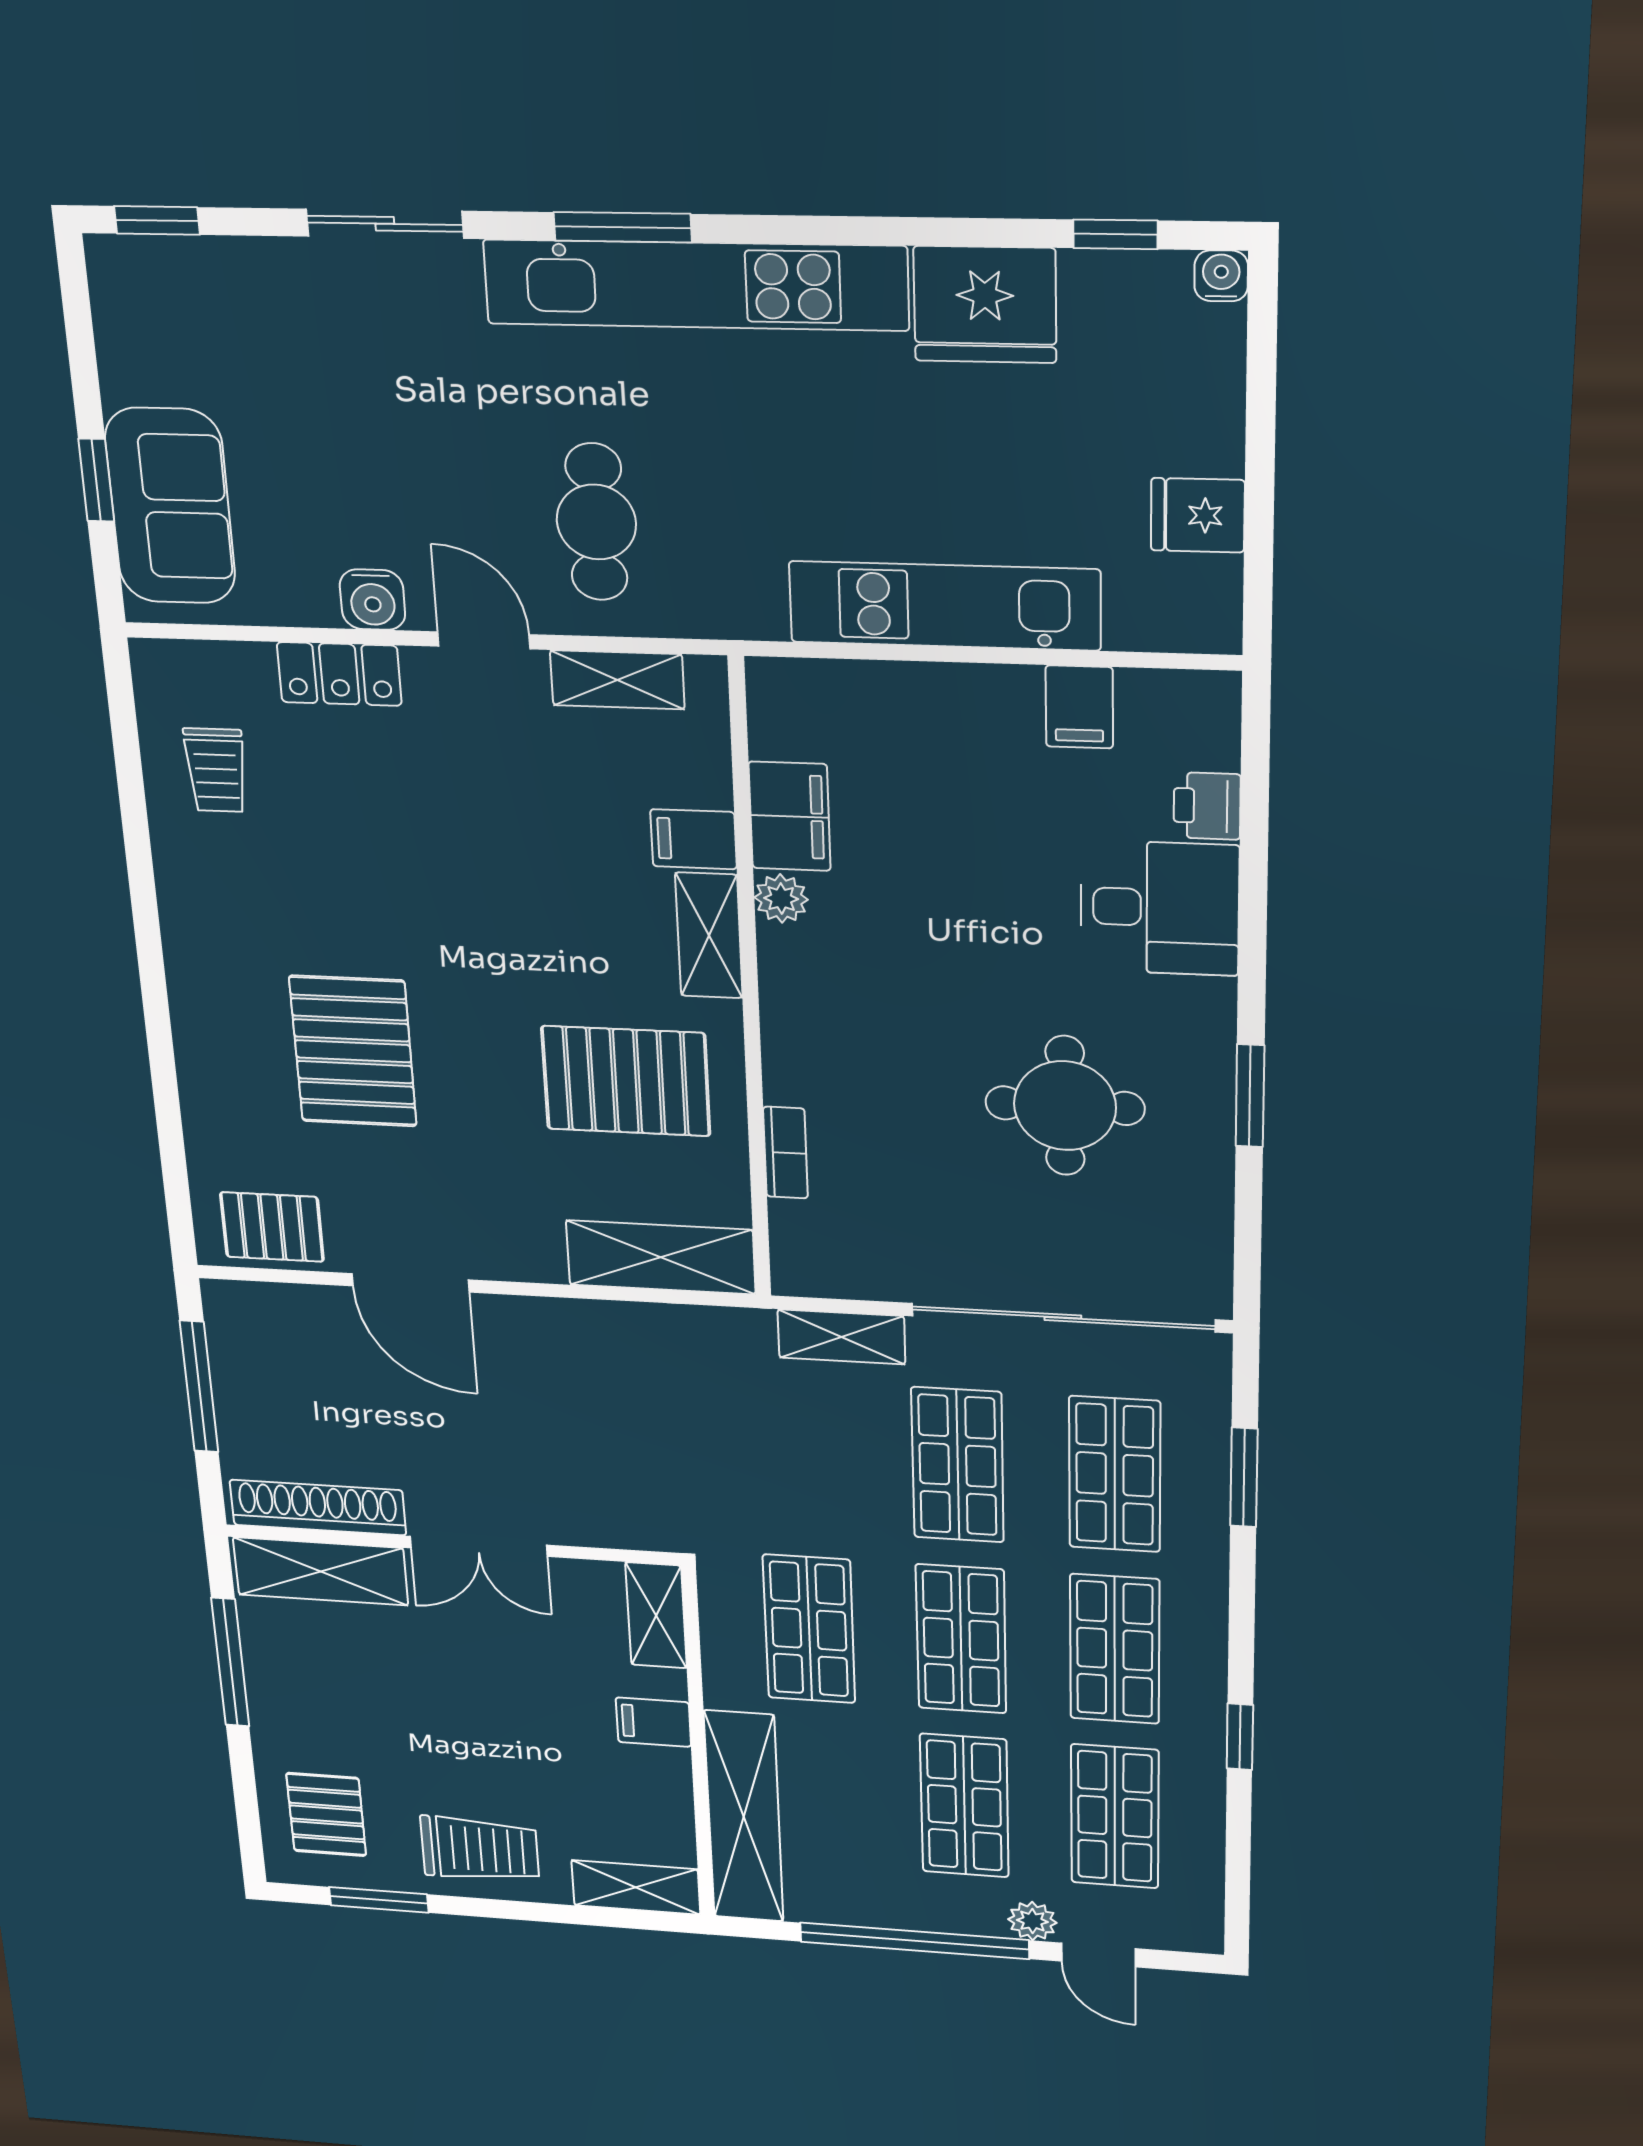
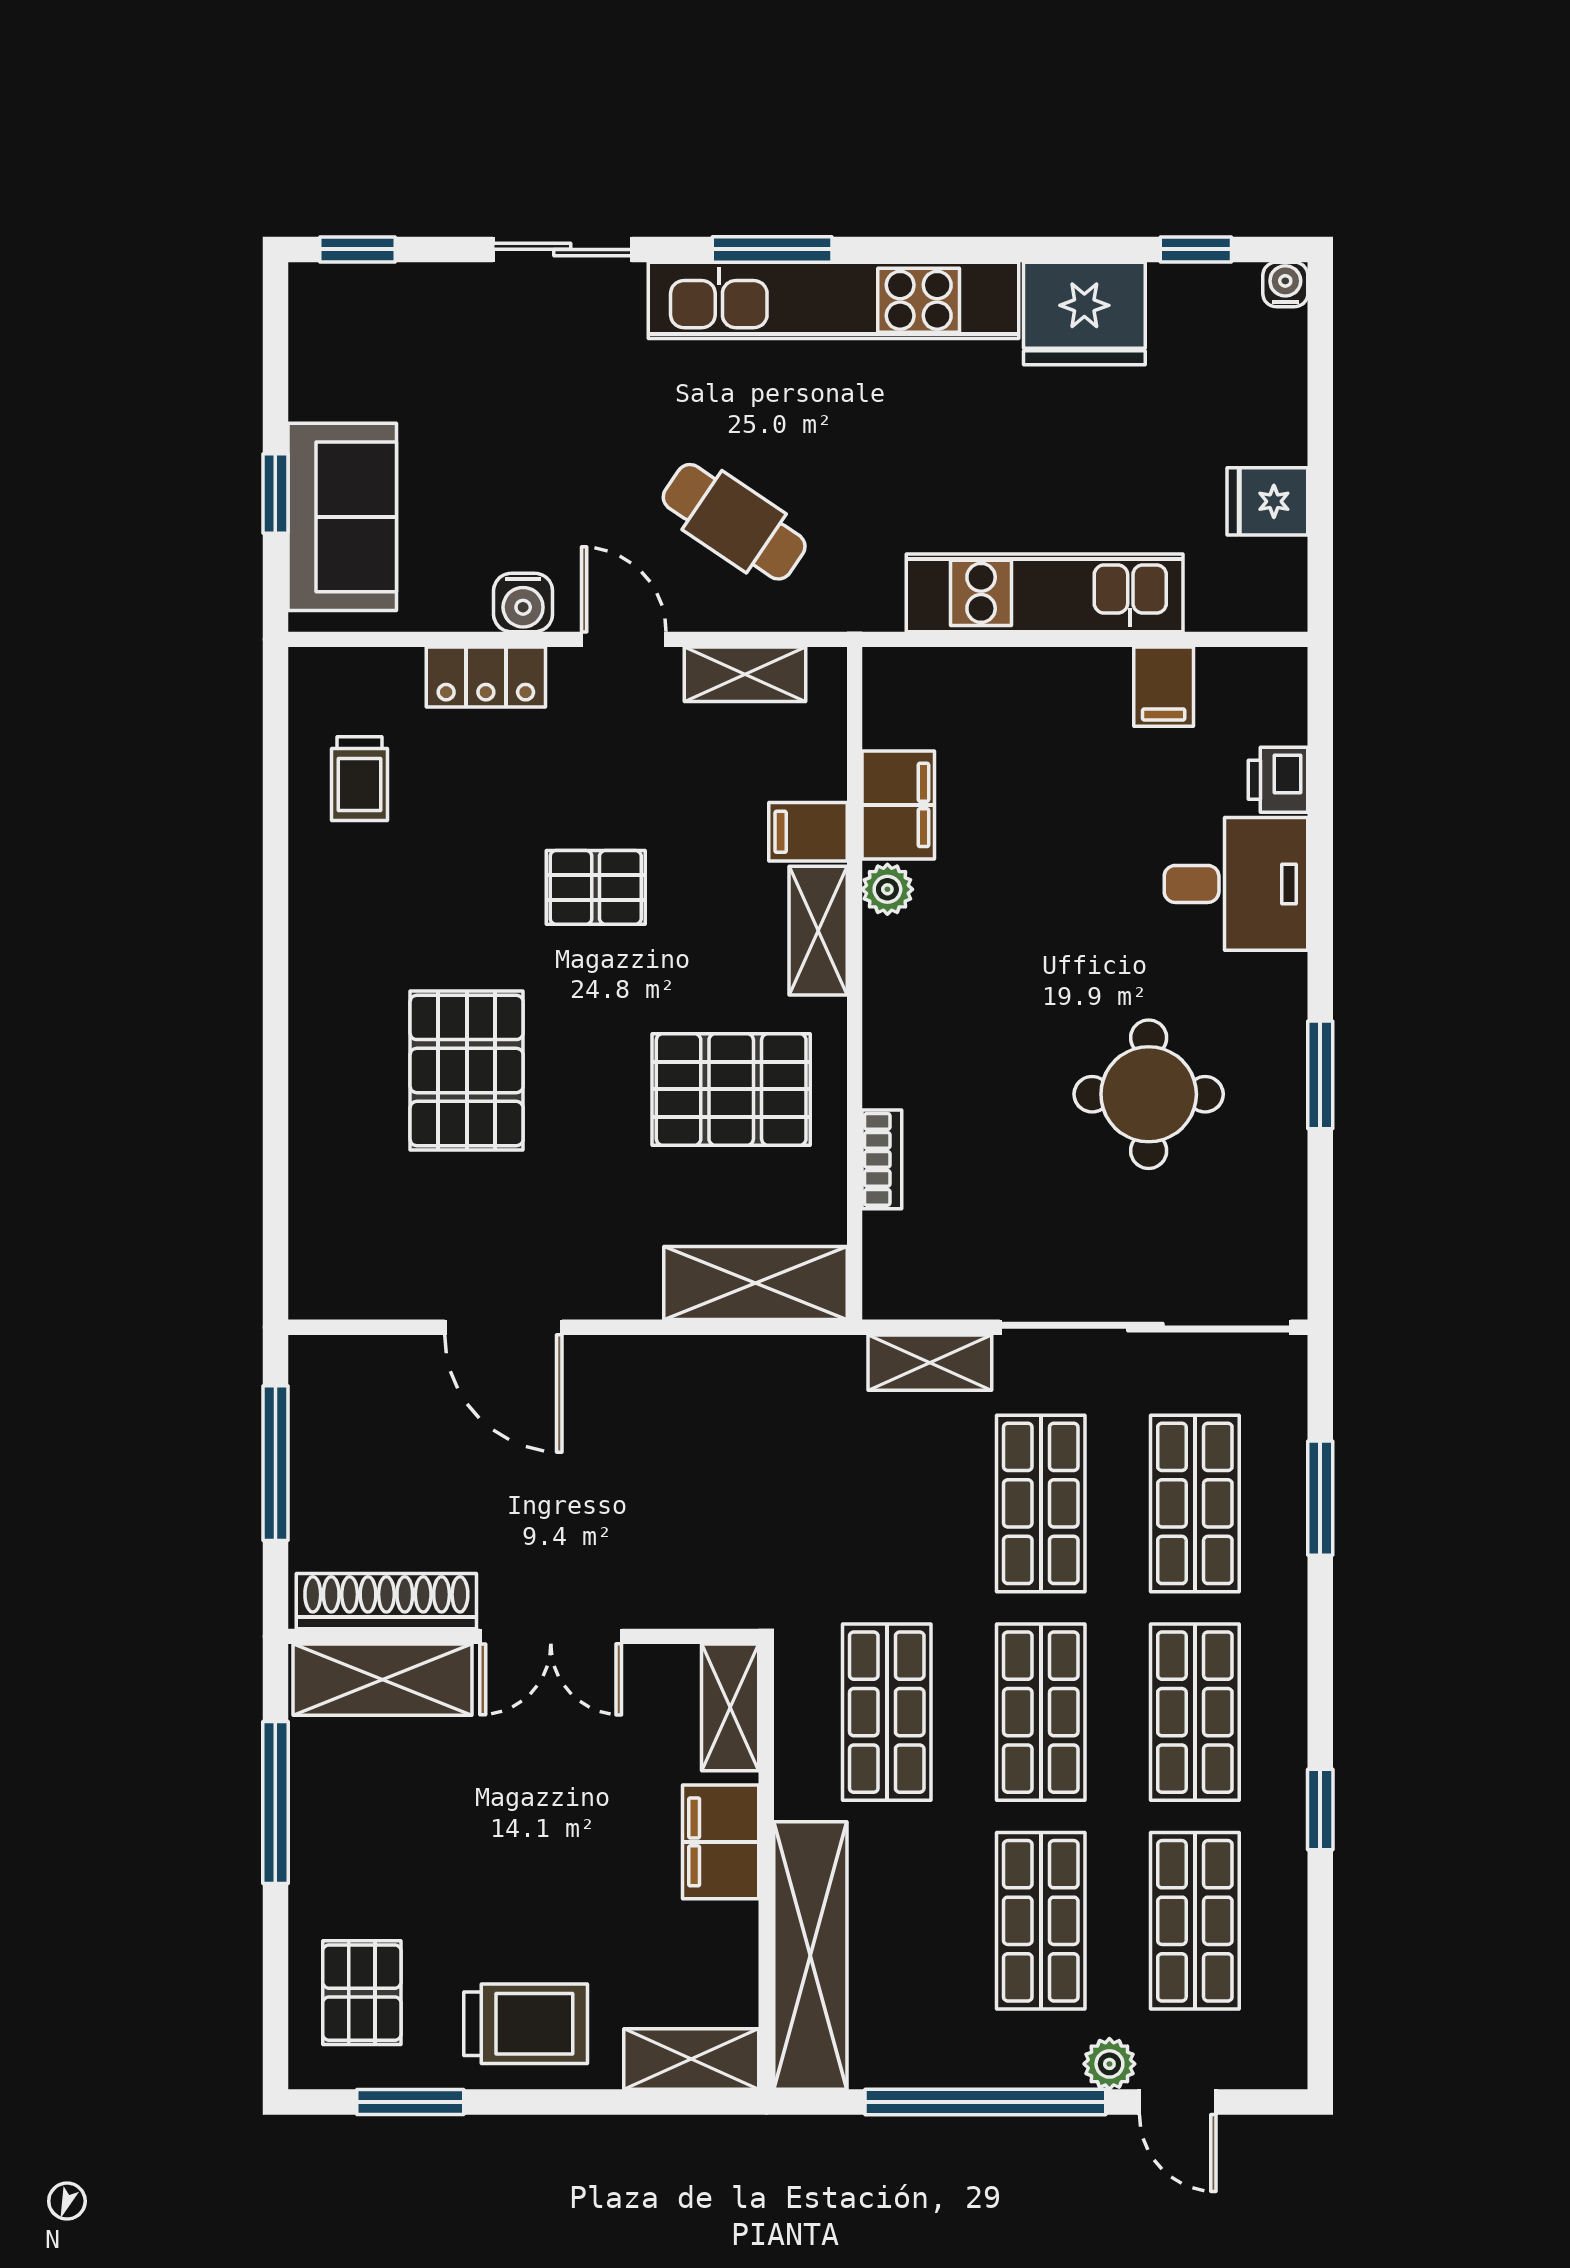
cafe table: (596, 522) -> (734, 522), turned -56
pallet: (272, 1227) -> (596, 887), moved
filing cabinet: (653, 1722) -> (721, 1842), width x2.00

